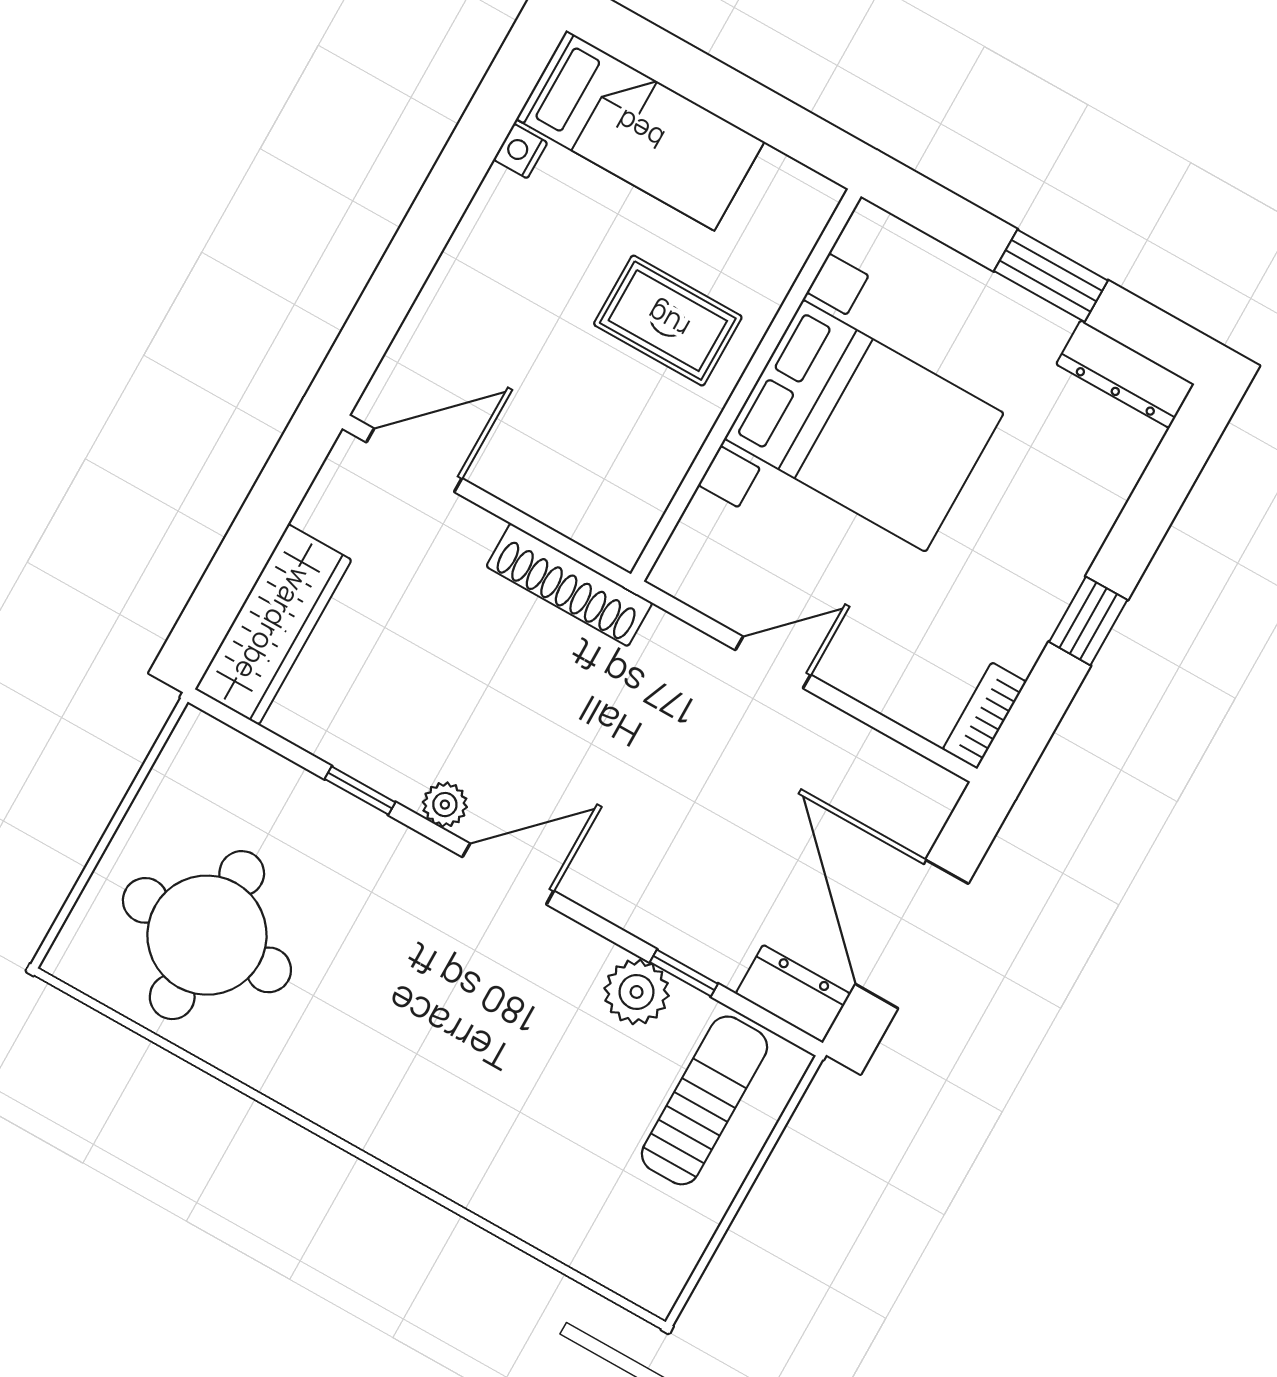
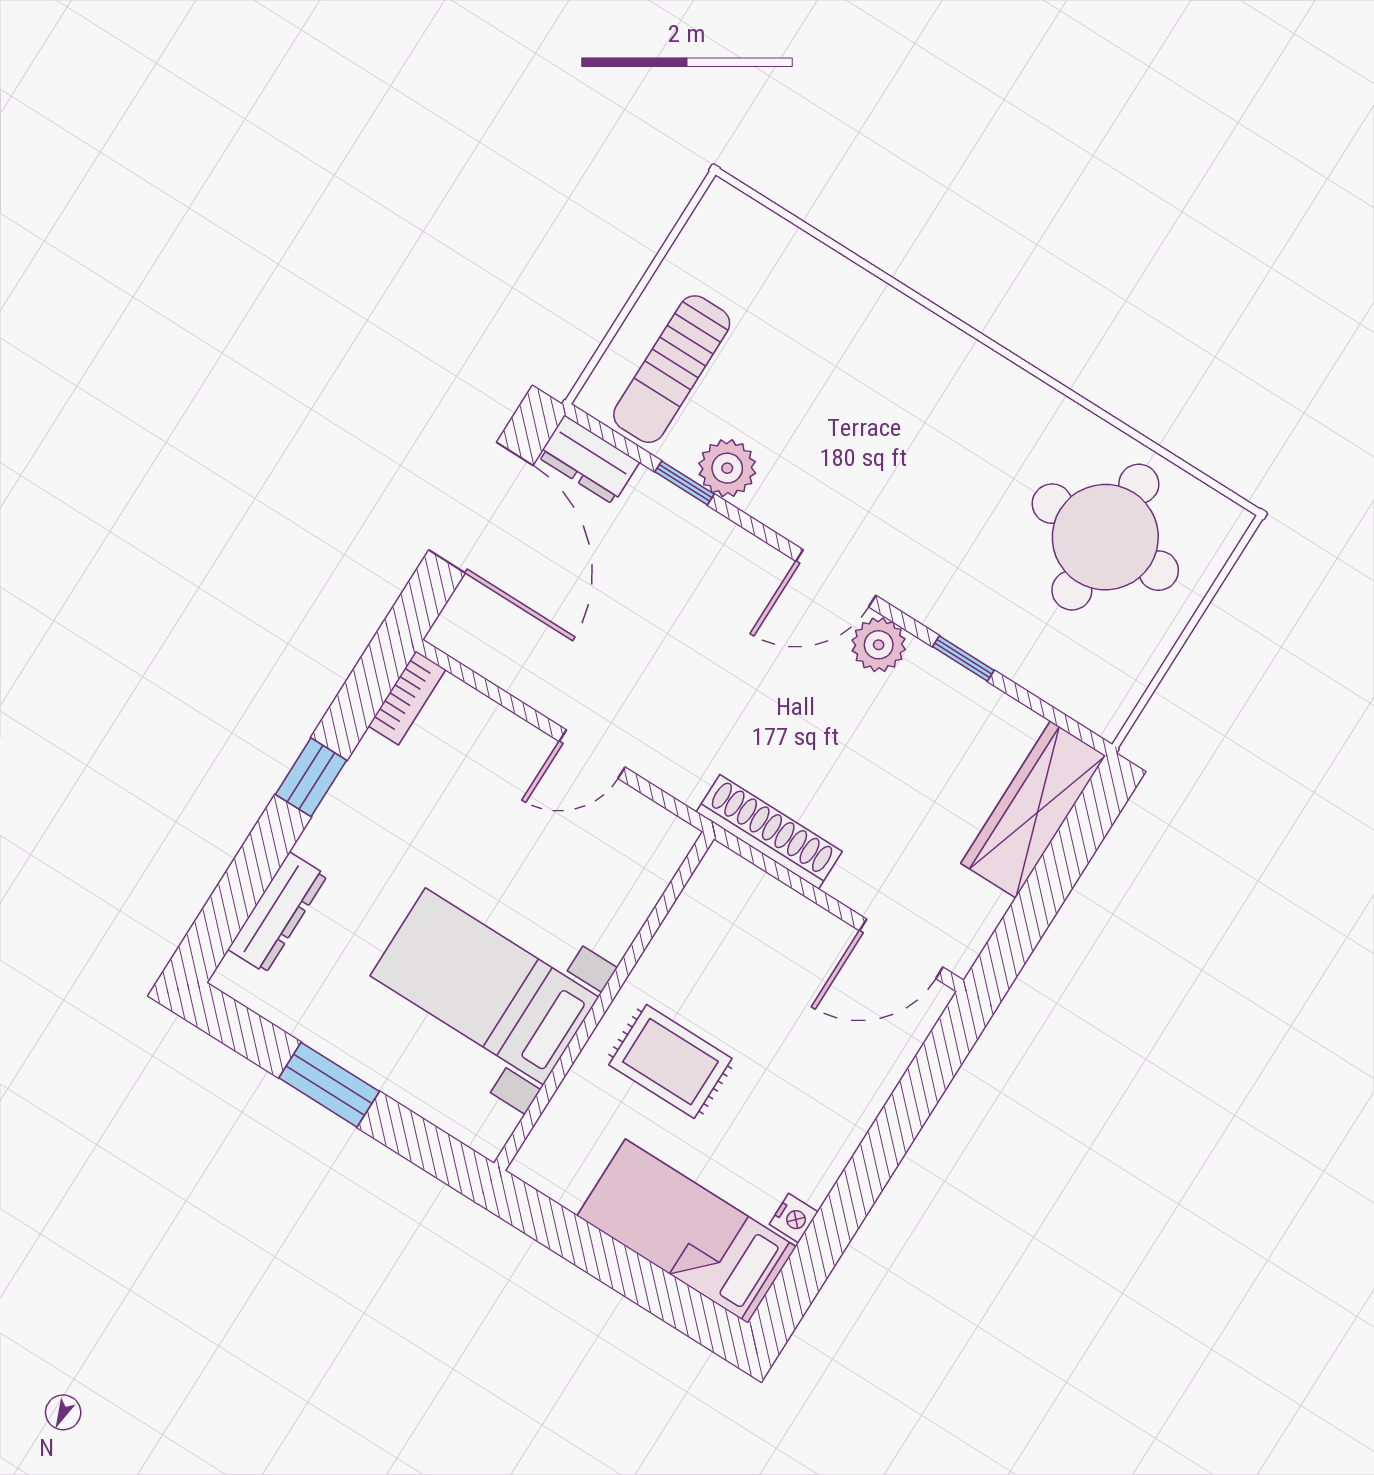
dresser: (1125, 374) -> (278, 912), moved, turned 90
bed with nightstands: (864, 426) -> (484, 986), width x0.73
plant: (445, 805) -> (879, 645), width x1.38, depth x1.38

